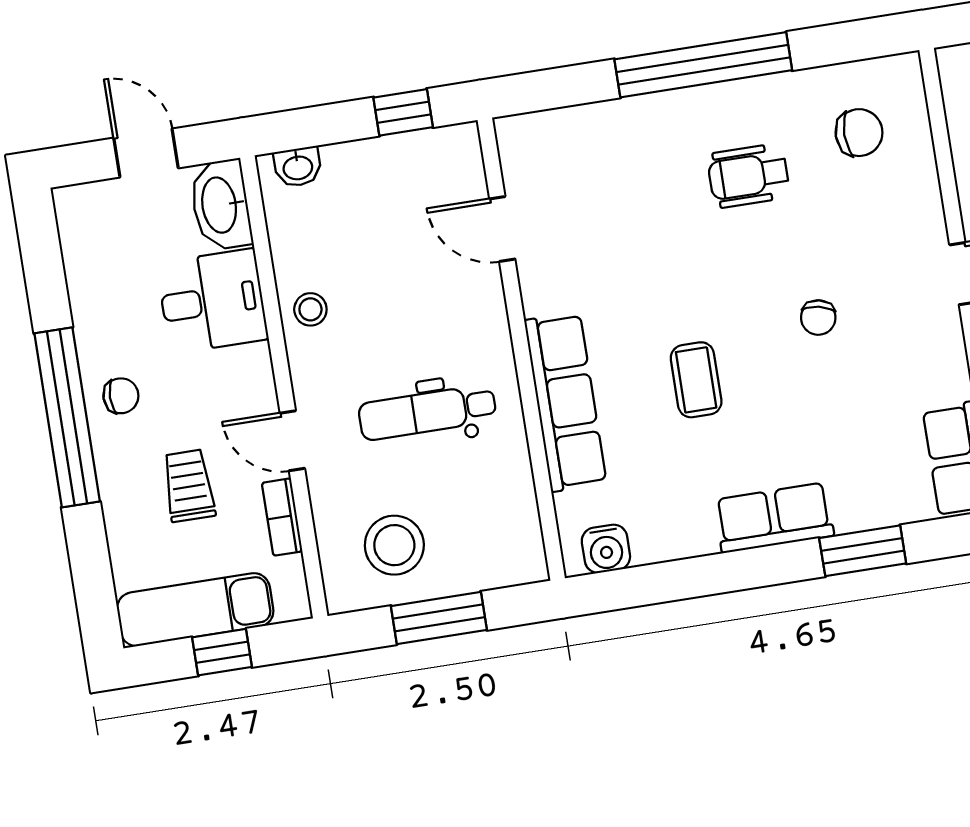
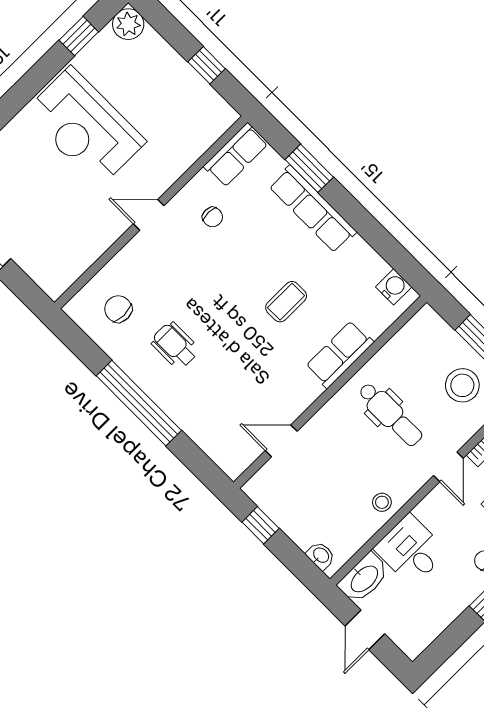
wheelchair: (748, 176) -> (175, 346), turned 180
door: (502, 229) -> (281, 441), swing flipped
chair: (818, 318) -> (212, 217), moved, turned 78
row of seats: (565, 402) -> (340, 354), width x0.68
row of seats: (774, 518) -> (313, 209), width x1.48

